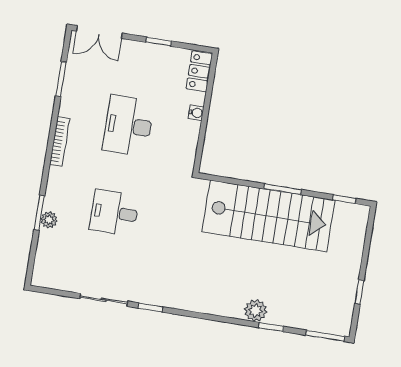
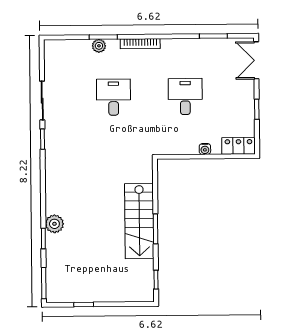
desk: (128, 126) -> (185, 97), width x0.73
bookcase: (60, 142) -> (140, 44), moved
stairs: (268, 216) -> (139, 221), width x0.73, depth x0.66

